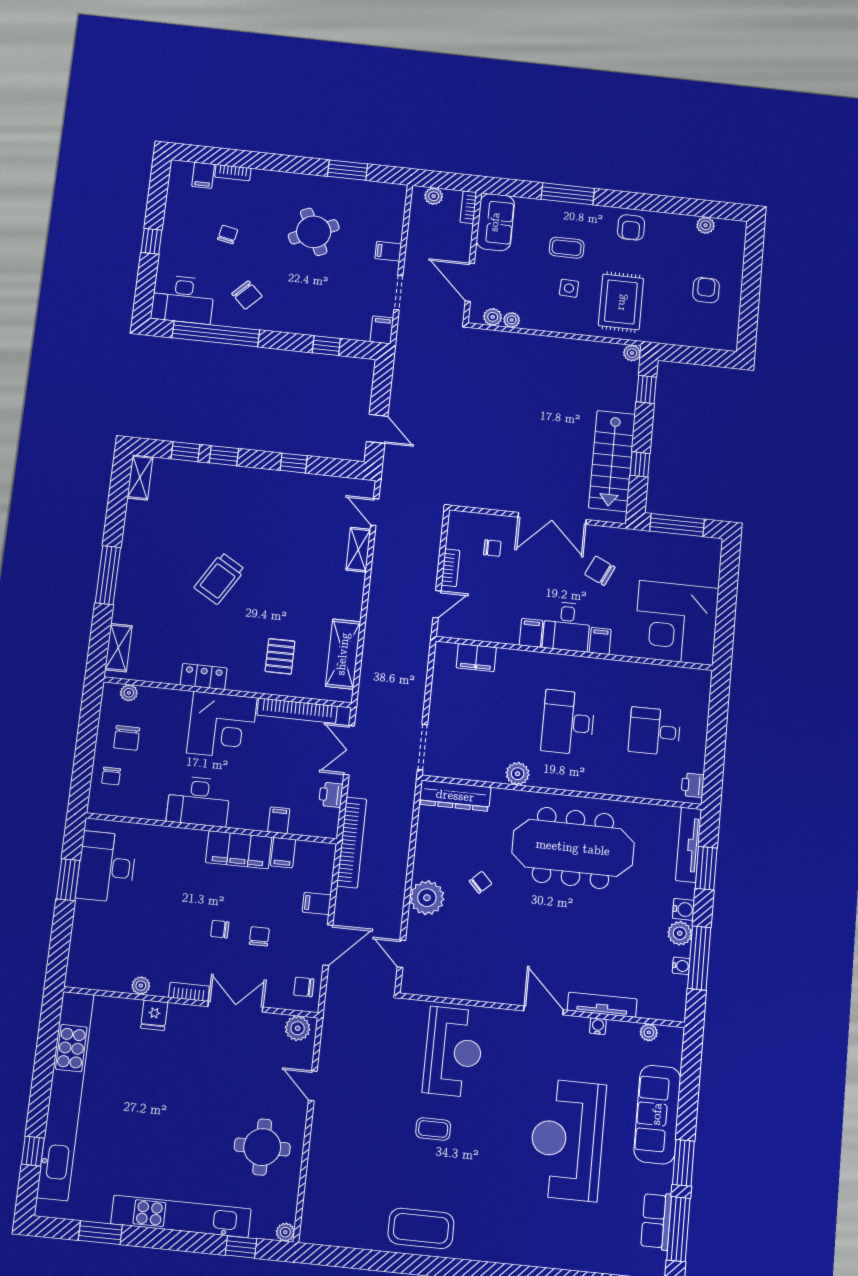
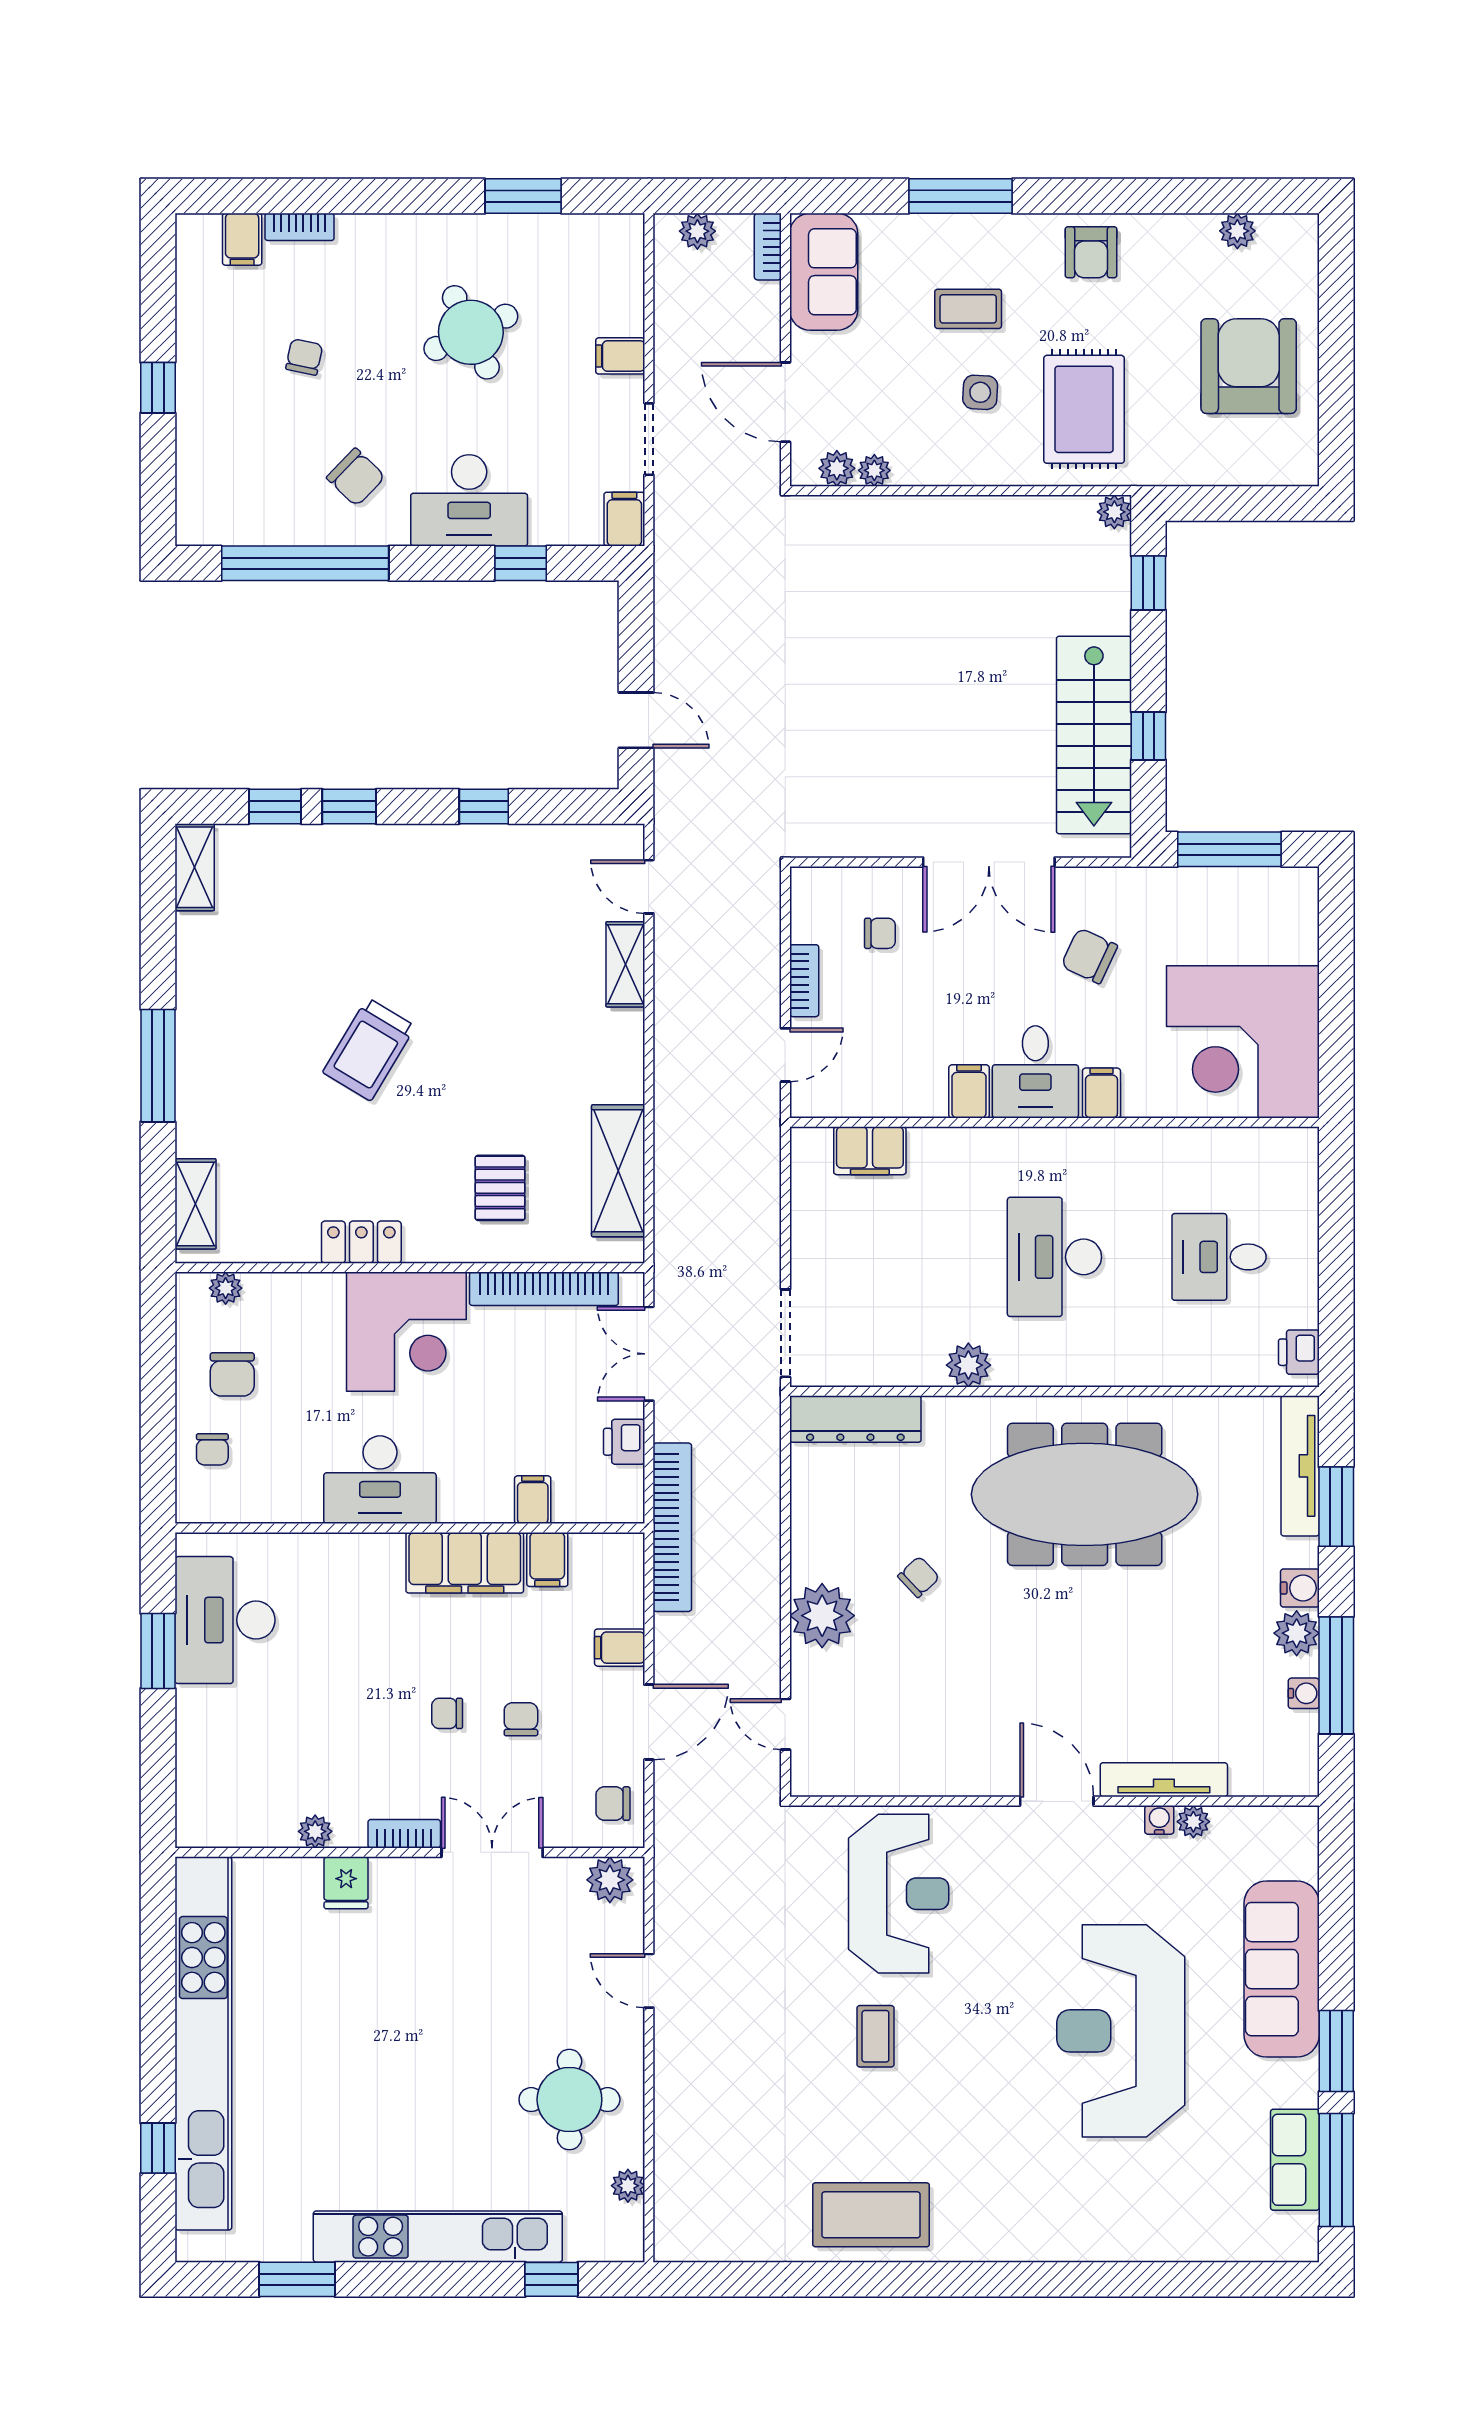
armchair: (706, 290) -> (1249, 366), width x1.88, depth x1.88
desk: (183, 300) -> (469, 500), moved
plant: (649, 1032) -> (1193, 1822), moved
coffee table: (433, 1129) -> (875, 2036), turned 90
plant: (285, 1232) -> (628, 2186), moved

